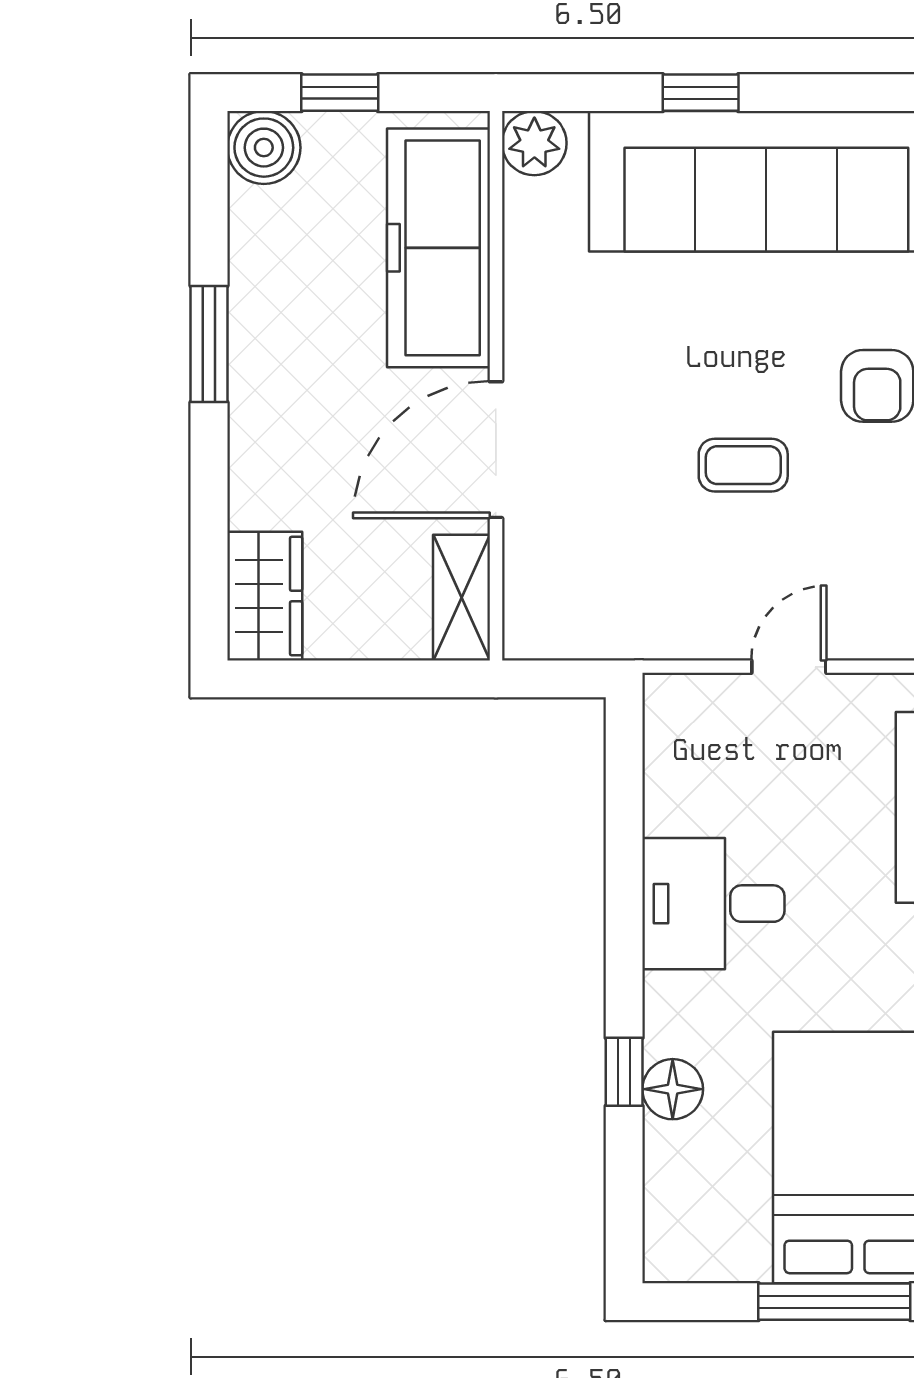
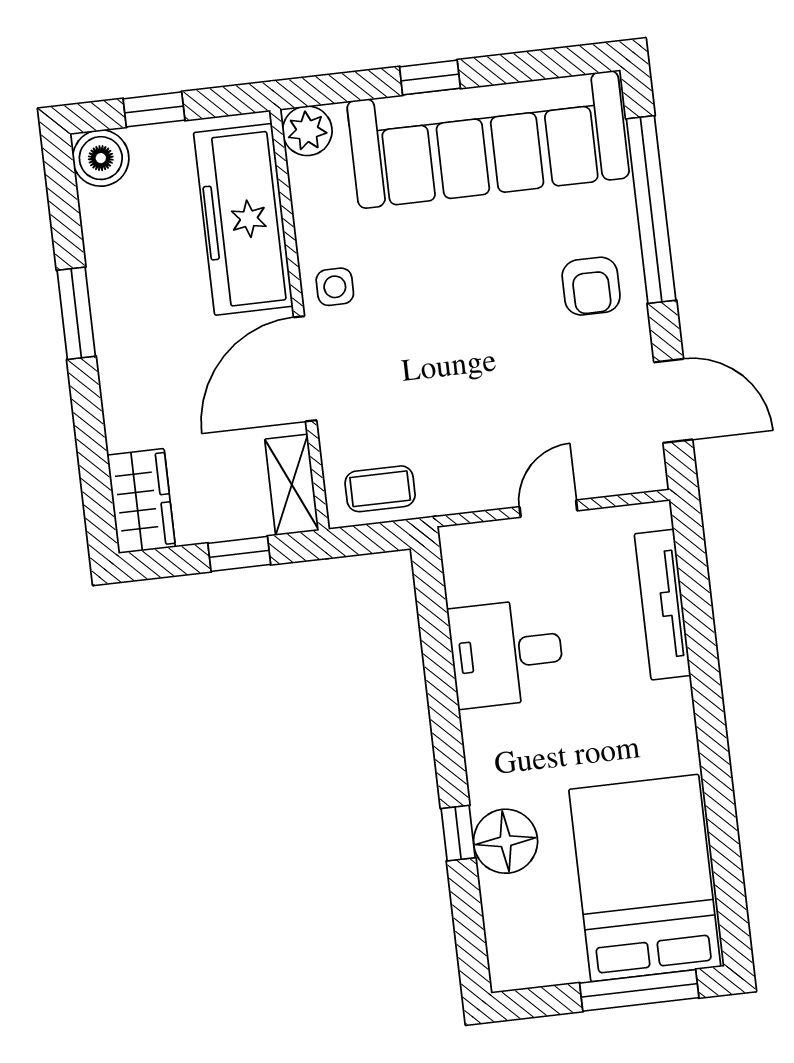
side table: (547, 349) -> (335, 287), added
coffee table: (743, 465) -> (380, 489), moved
window: (383, 679) -> (239, 554), added
desk: (713, 904) -> (507, 653), moved
floor lamp: (673, 1089) -> (506, 841), width x1.38, depth x1.38

